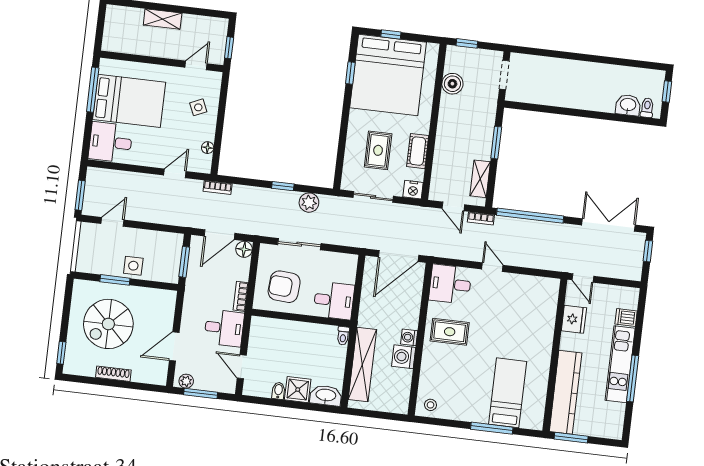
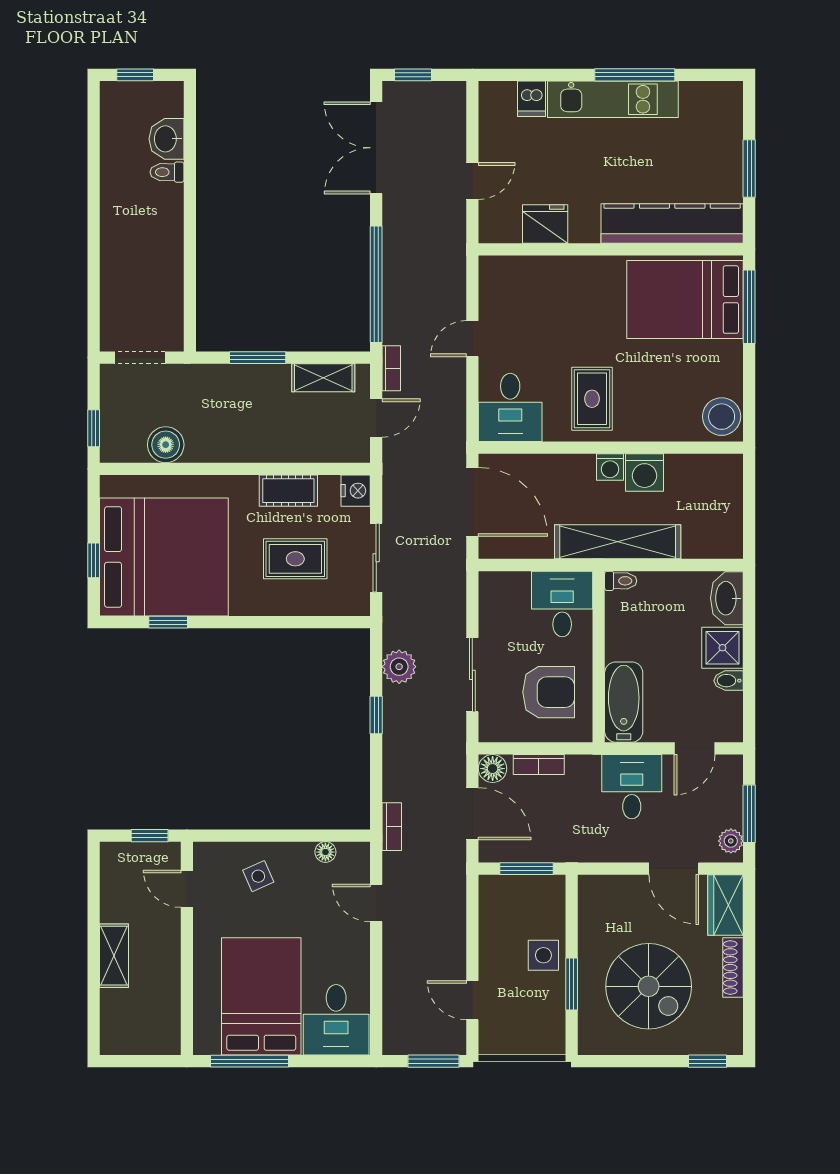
toilet: (647, 108) -> (167, 172), moved
armchair: (284, 287) -> (549, 692), turned -94
bookcase: (241, 296) -> (539, 765), moved
fridge: (574, 319) -> (545, 224), moved
bathtub: (273, 329) -> (624, 702), added
wall: (555, 355) -> (611, 249), moved
shelving: (362, 365) -> (618, 542), moved
wardrobe: (150, 374) -> (725, 905), added
kitchen counter: (566, 392) -> (672, 223), moved
bed: (508, 393) -> (685, 300), width x1.50
stool: (431, 405) -> (722, 417), width x1.89, depth x1.89

